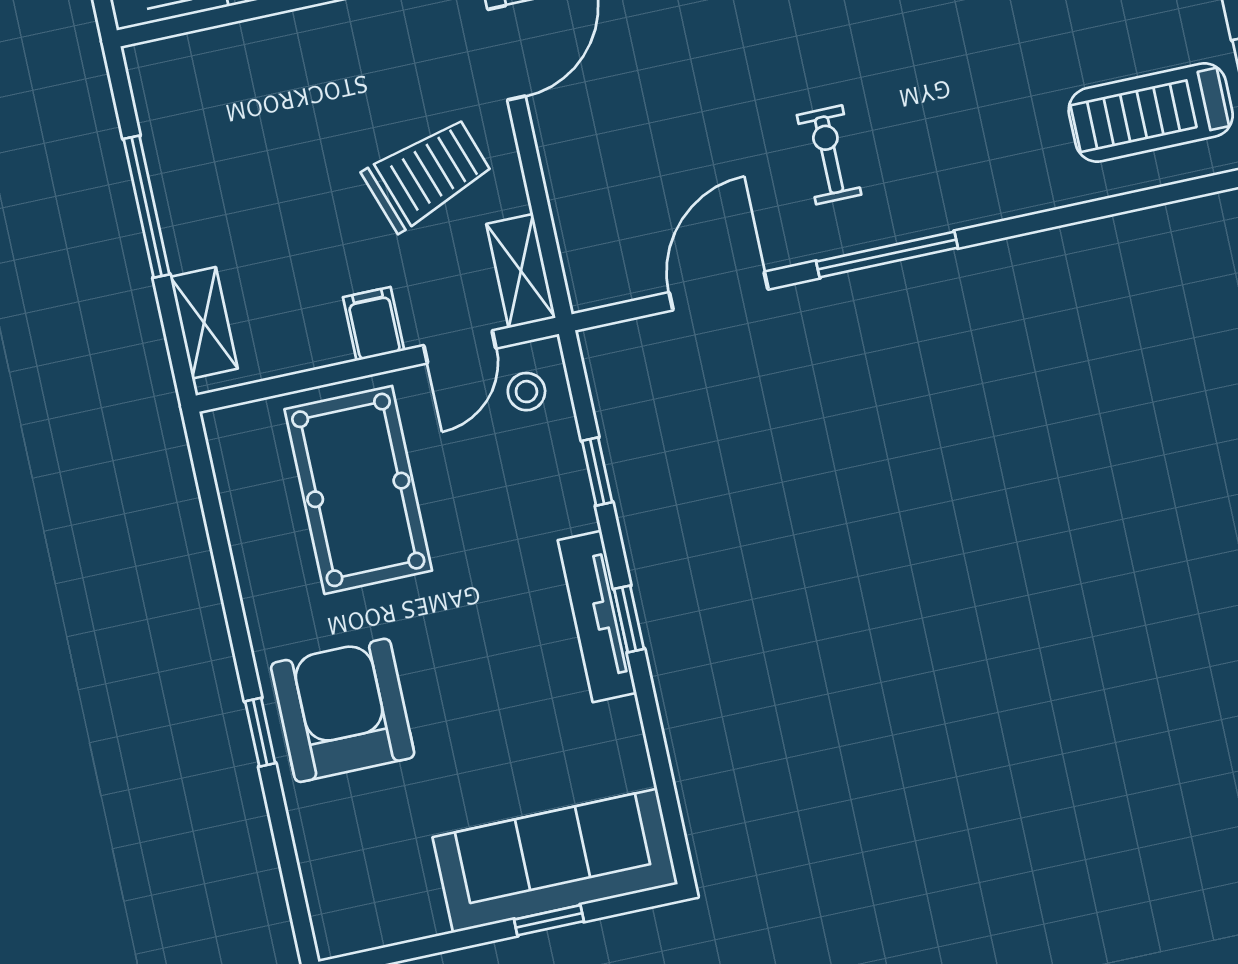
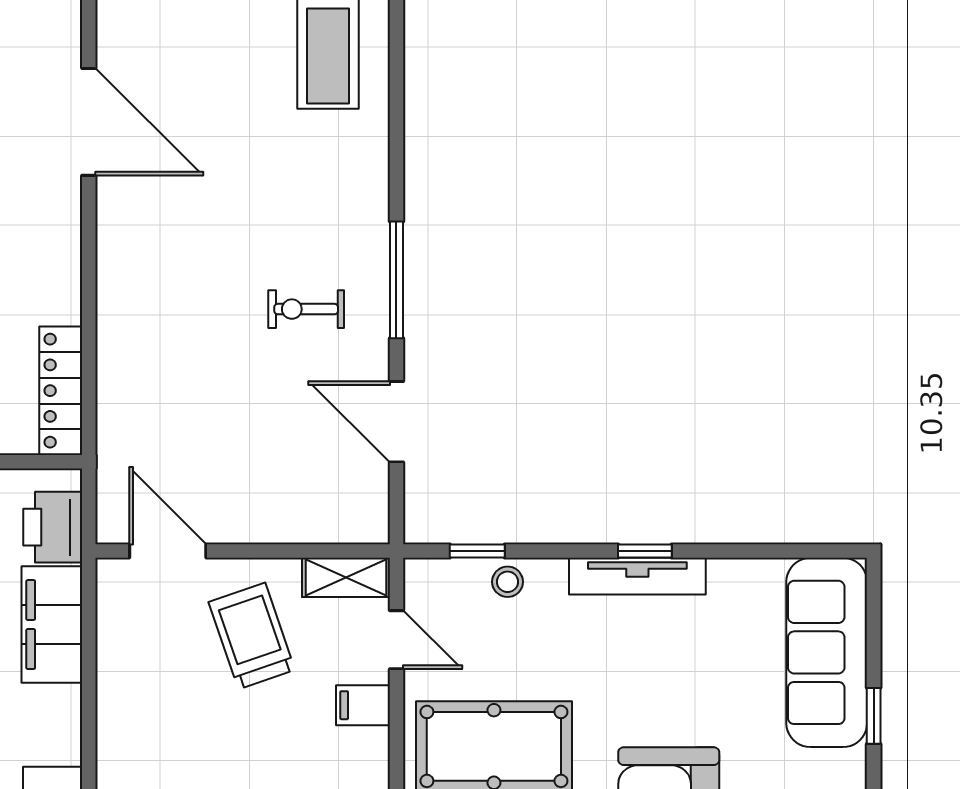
stool: (526, 392) -> (508, 582), moved
window: (597, 471) -> (477, 551), moved
window: (549, 920) -> (874, 716), moved

